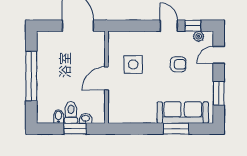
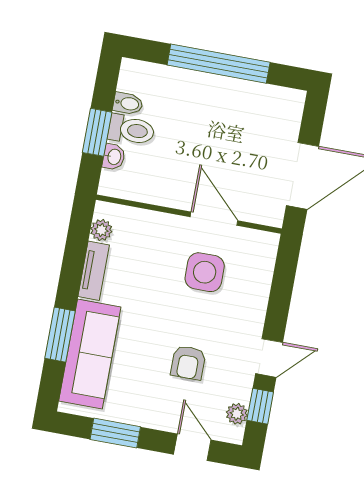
door: (106, 78) -> (214, 219), moved
plant: (122, 118) -> (101, 230), added
tv unit: (142, 118) -> (94, 271), added

